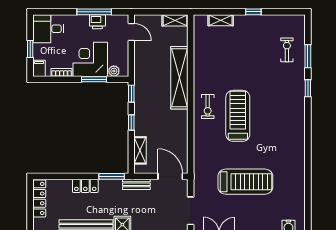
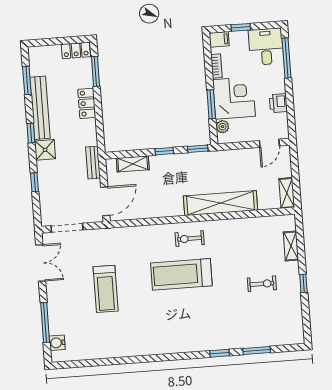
window: (94, 12) -> (287, 58), moved
exercise bike: (287, 50) -> (262, 284), moved
treadmill: (238, 116) -> (181, 274), turned 180
window: (112, 176) -> (95, 71), moved
treadmill: (245, 182) -> (106, 289), width x0.73, depth x0.73
locker: (39, 198) -> (76, 50), width x0.66

